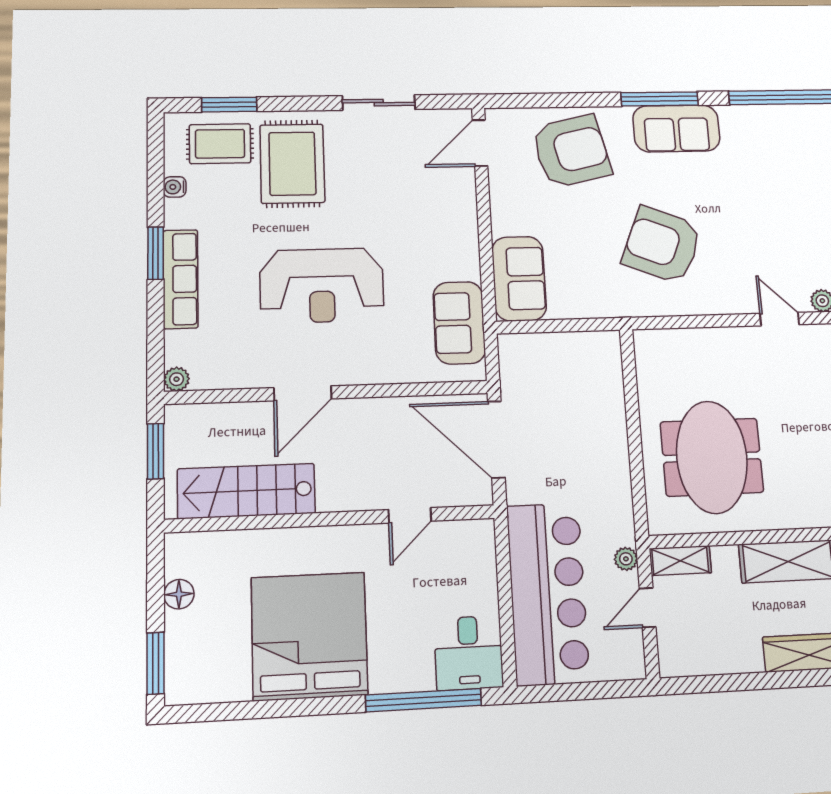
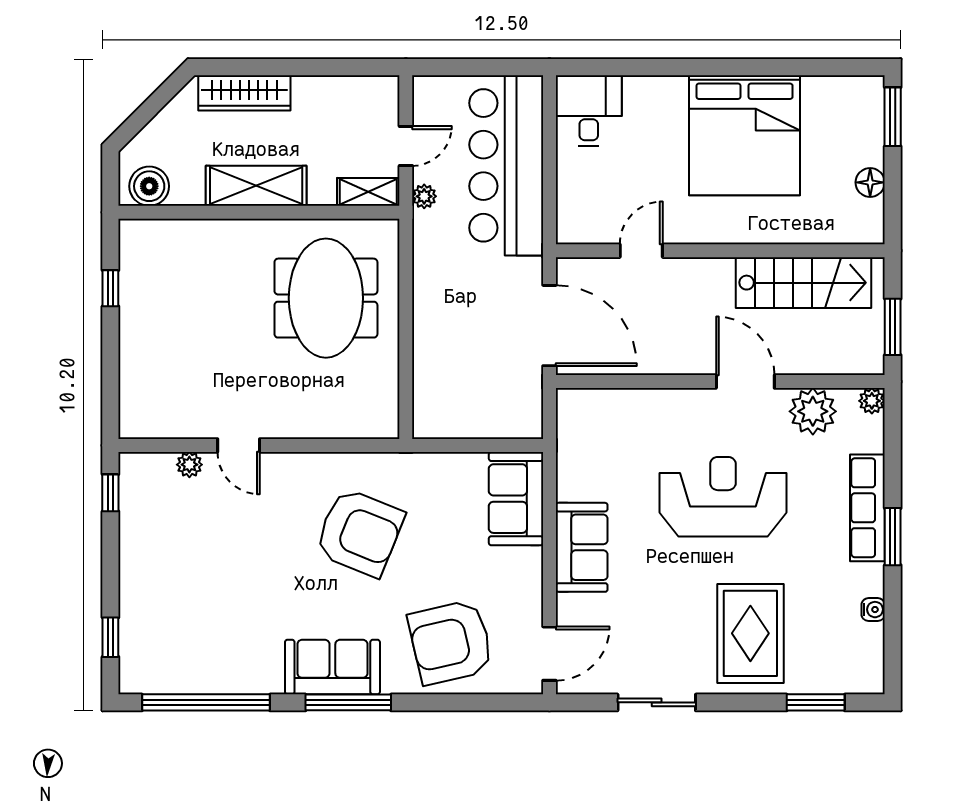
rug: (220, 144) -> (826, 657), removed
sofa: (459, 323) -> (582, 547), moved
plant: (235, 367) -> (813, 411), added
door: (303, 393) -> (745, 382), hinge flipped
window: (424, 700) -> (635, 67), removed

